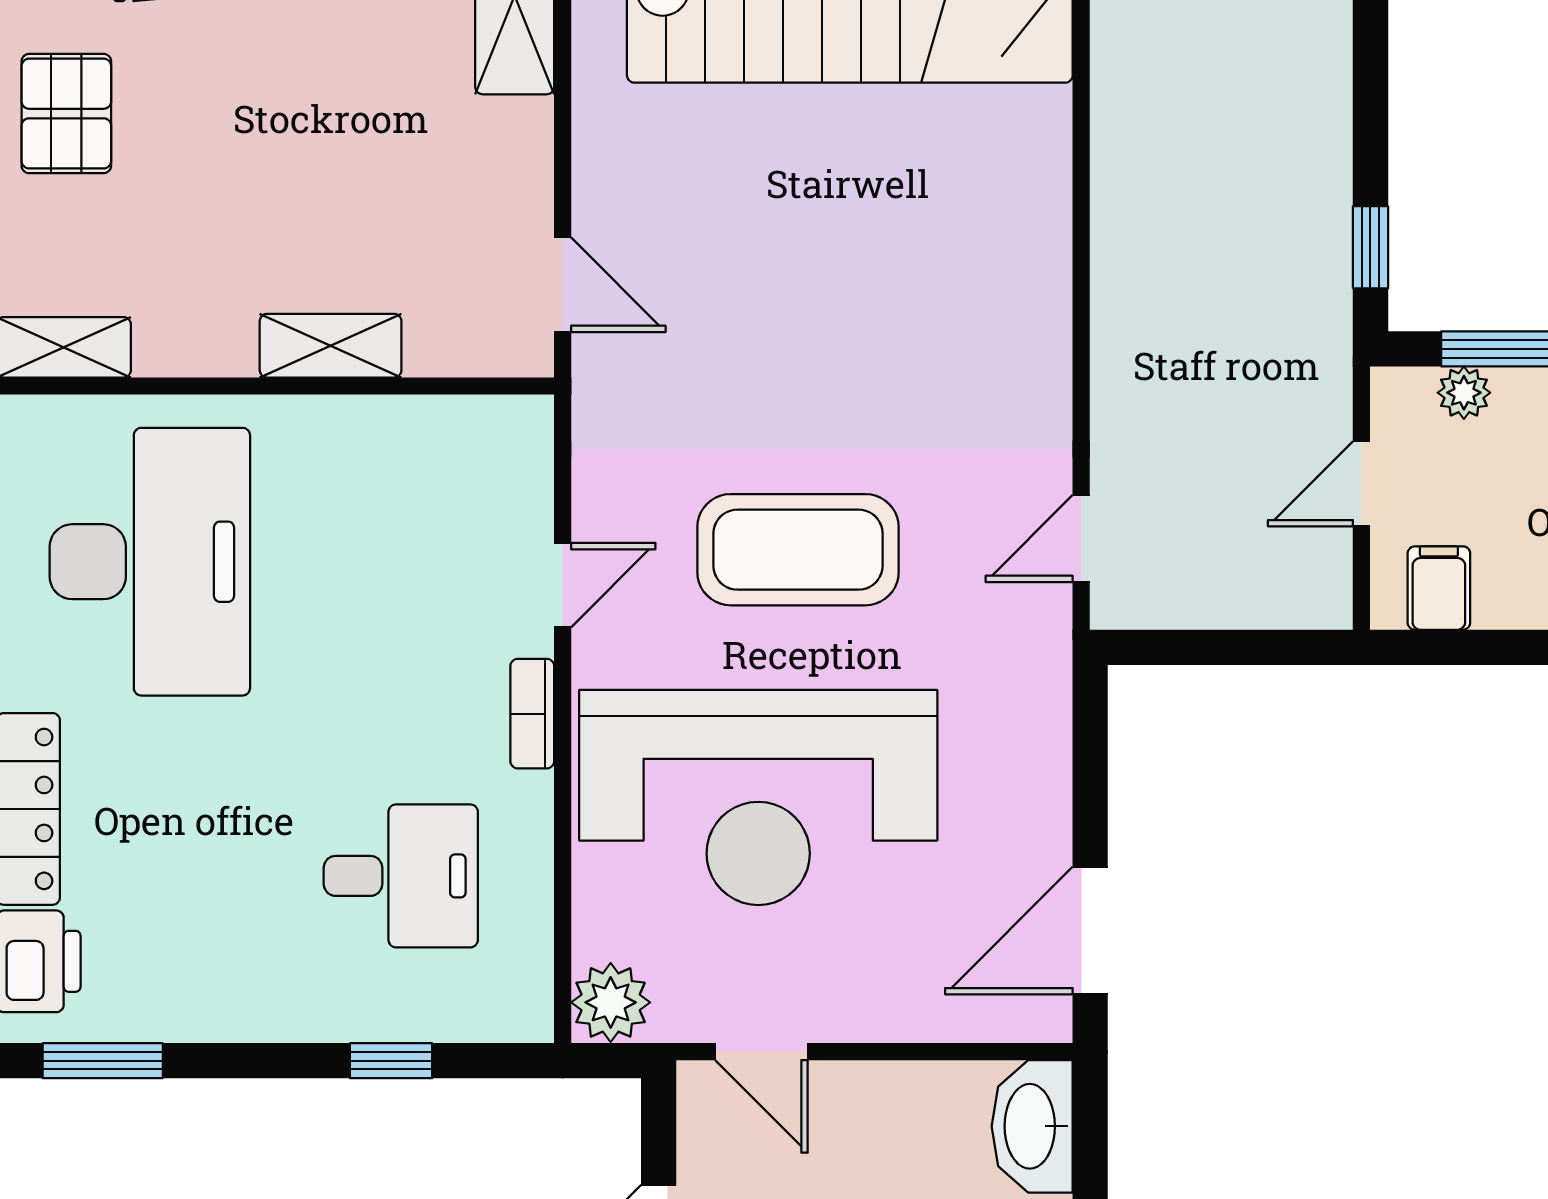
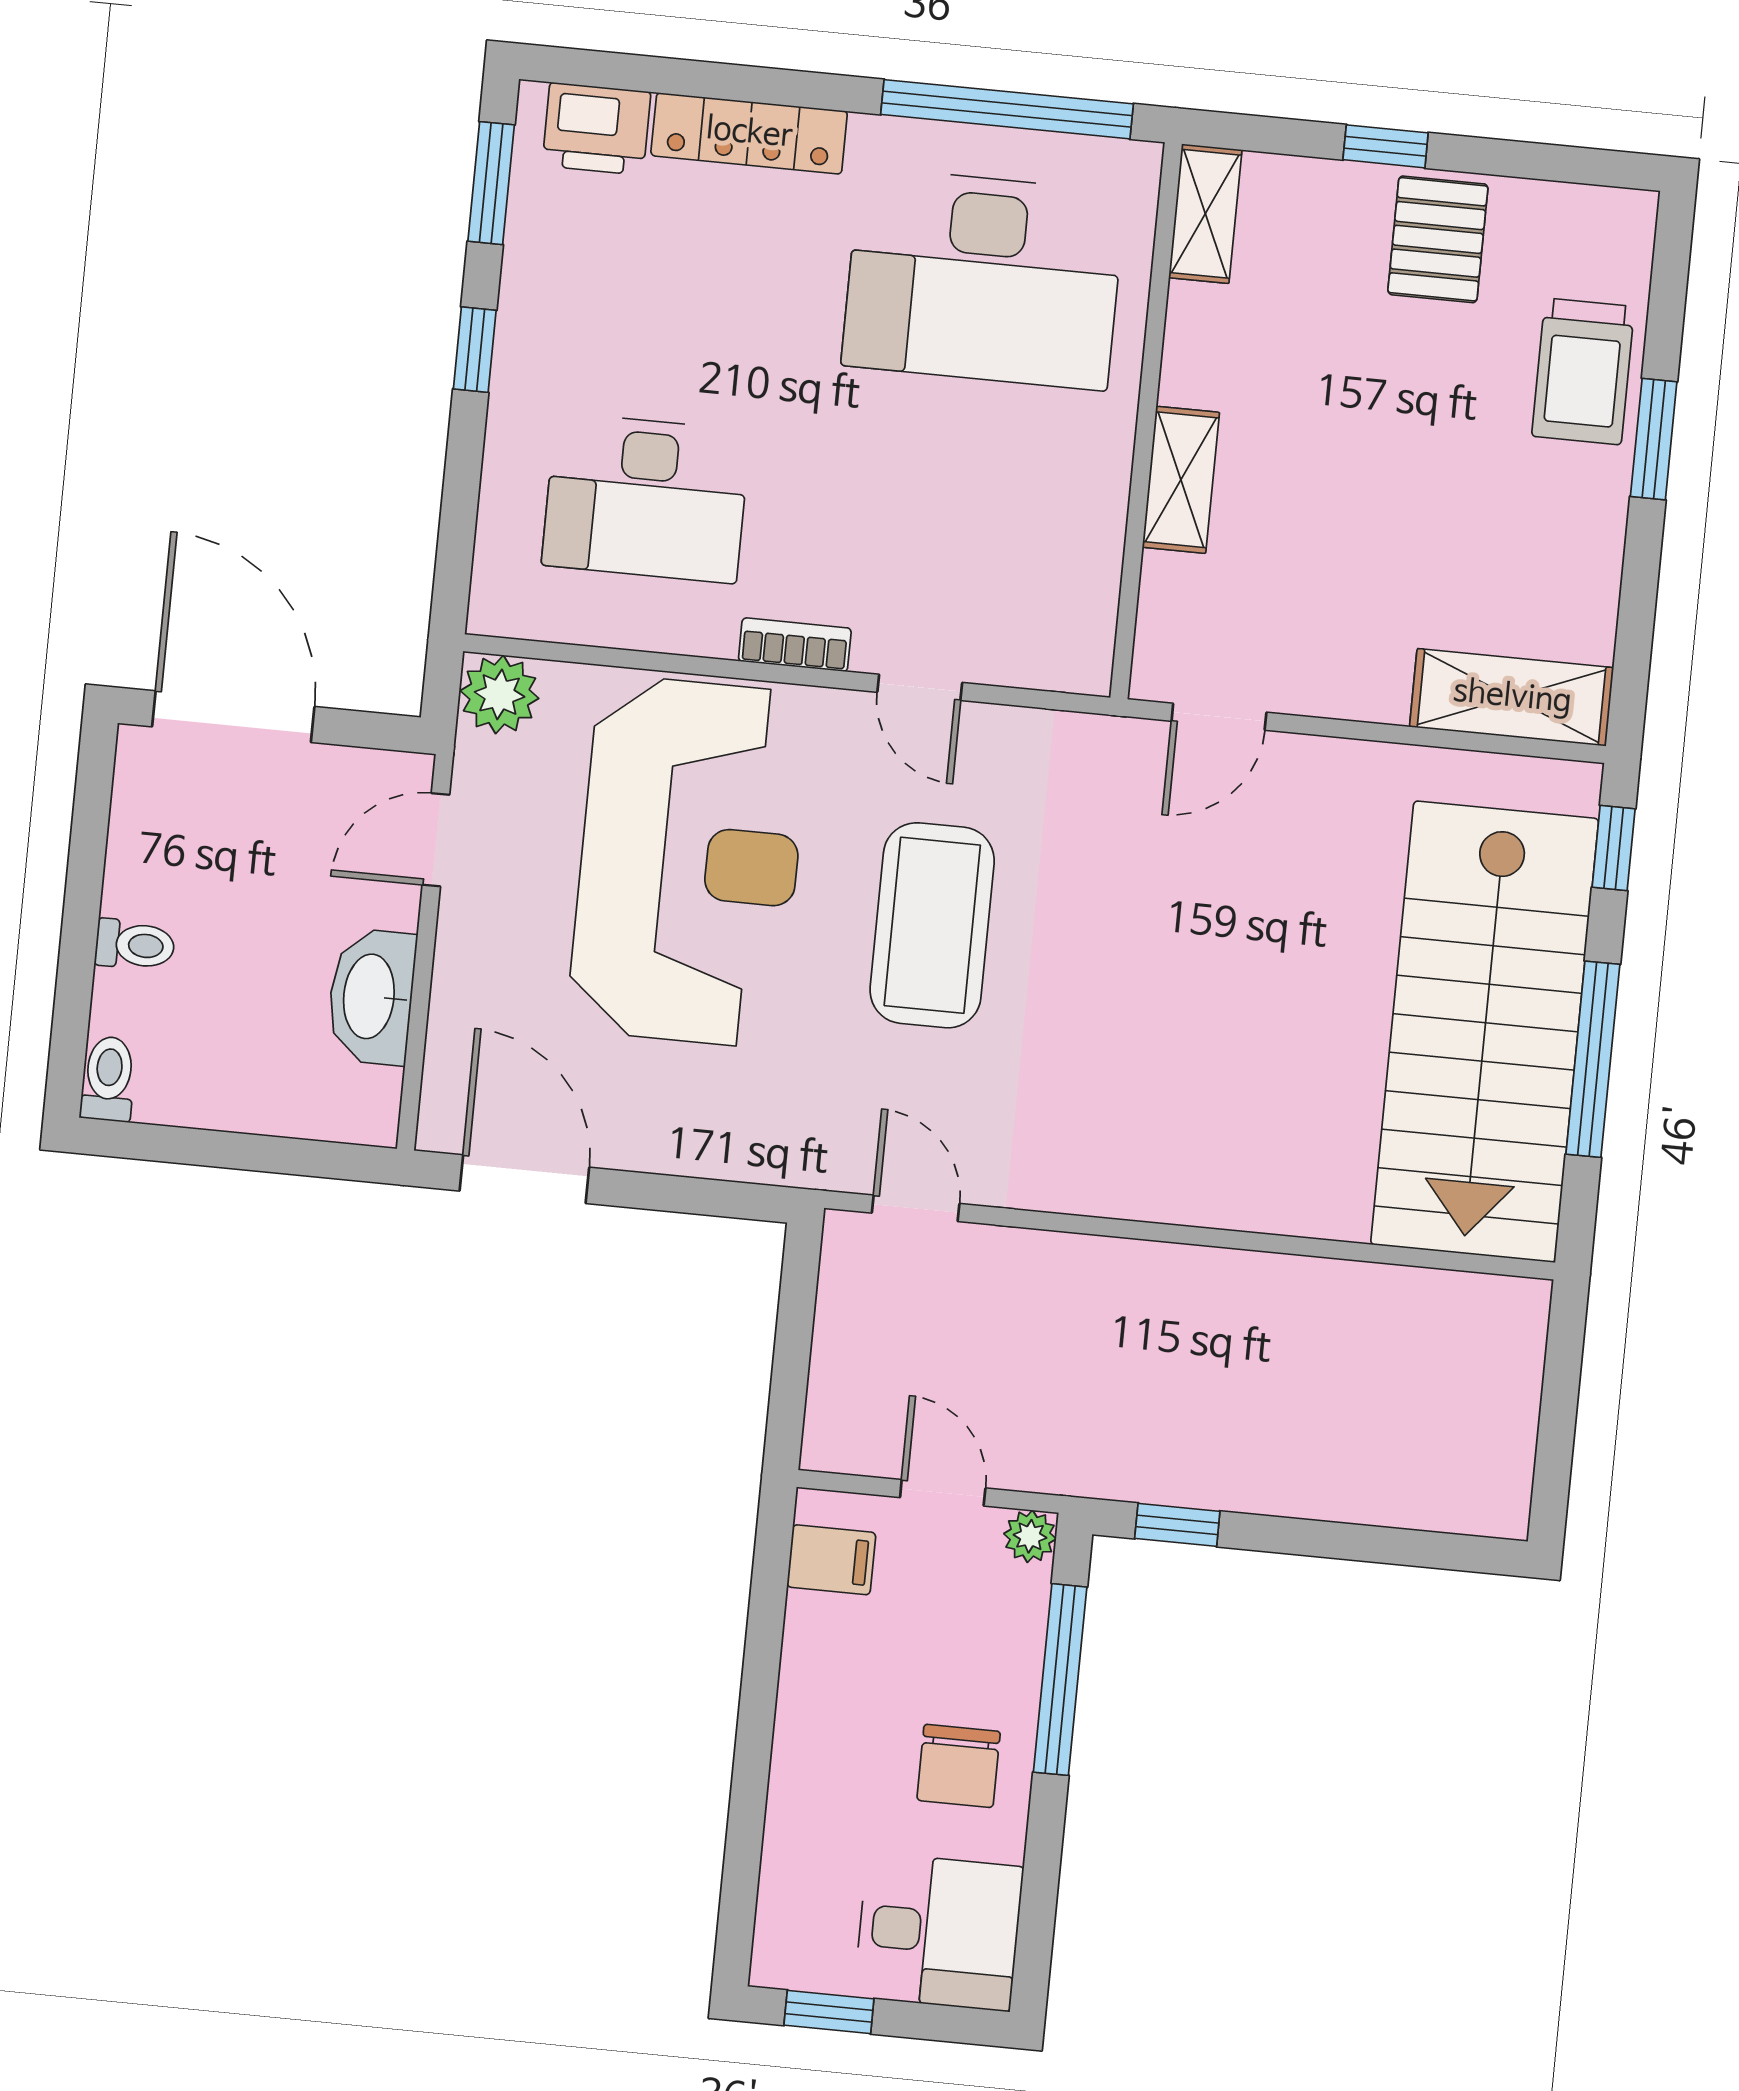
pallet: (66, 114) -> (1438, 239), turned 90
plant: (1464, 393) -> (1030, 1536), moved
reception desk: (758, 798) -> (689, 861), turned 180
desk: (401, 876) -> (646, 498), width x1.37
window: (391, 1061) -> (475, 350), moved
washbasin: (1032, 1126) -> (371, 997), moved, turned -90

